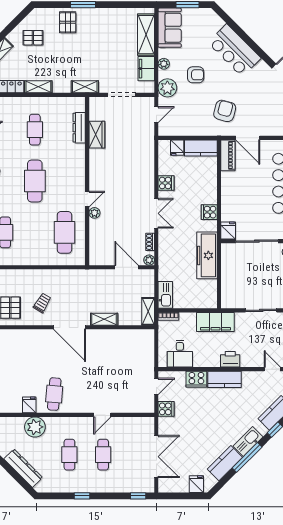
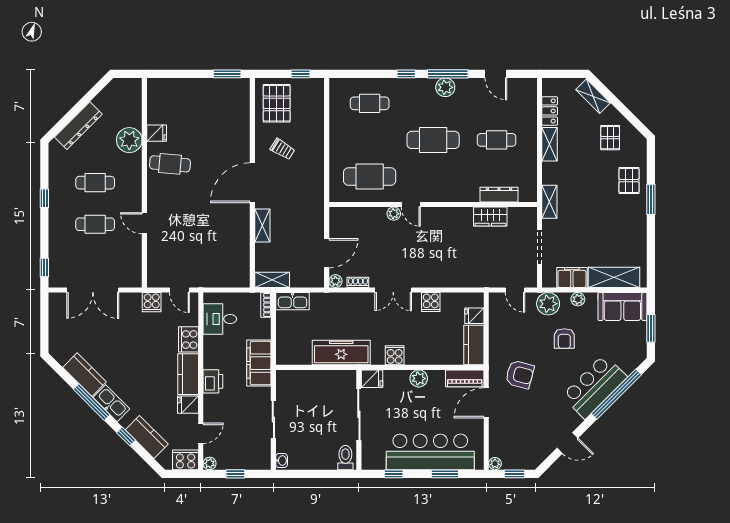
pallet: (68, 22) -> (629, 181), turned 90
window: (241, 33) -> (616, 394), added
plant: (228, 193) -> (419, 378), added
fridge: (196, 484) -> (188, 405), moved, turned 180

